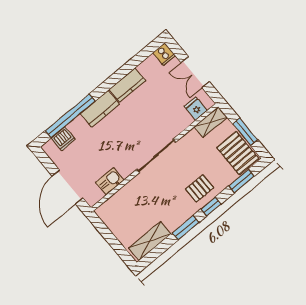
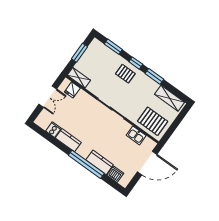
cooker: (164, 54) -> (53, 130), moved
kitchen counter: (100, 109) -> (100, 162), moved
window: (70, 116) -> (86, 164), moved
pallet: (238, 153) -> (153, 121), moved, turned 90

